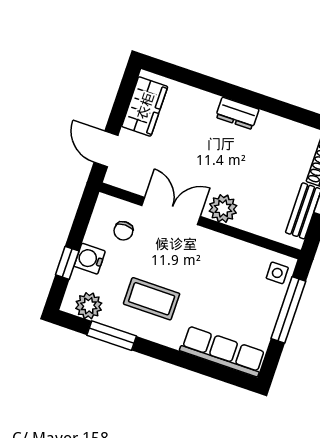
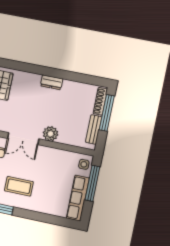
double door: (171, 211) -> (23, 139), swing flipped
row of seats: (223, 351) -> (78, 198), moved, turned -90

